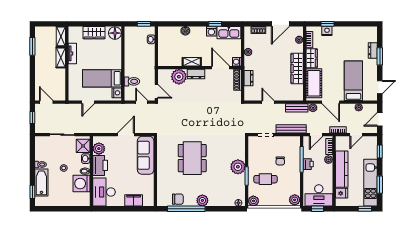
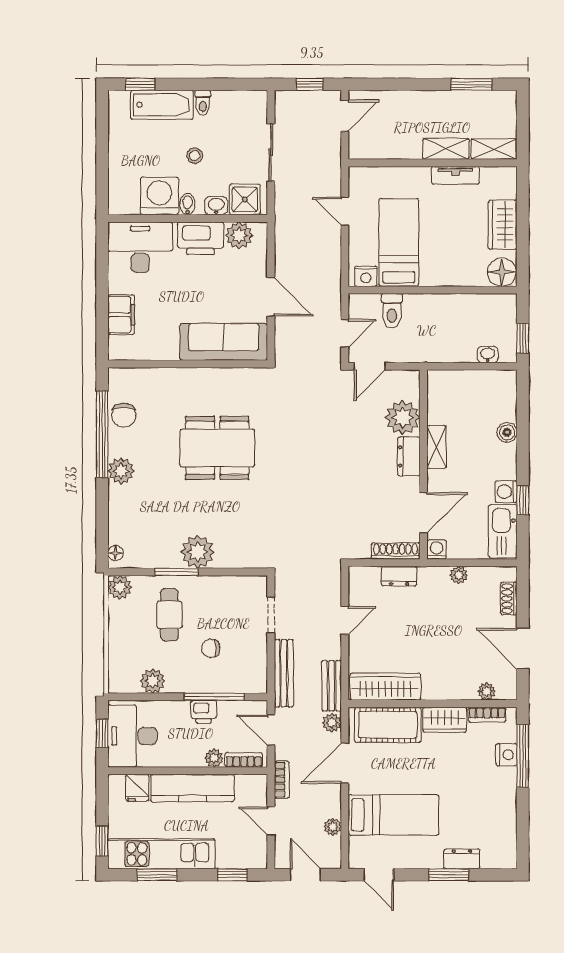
window: (328, 24) -> (523, 756), width x2.17
wardrobe: (297, 69) -> (385, 687), moved
plant: (295, 200) -> (153, 681), moved

